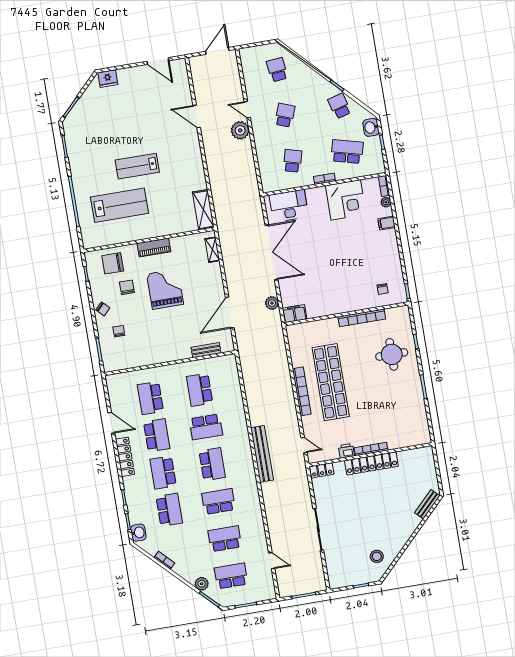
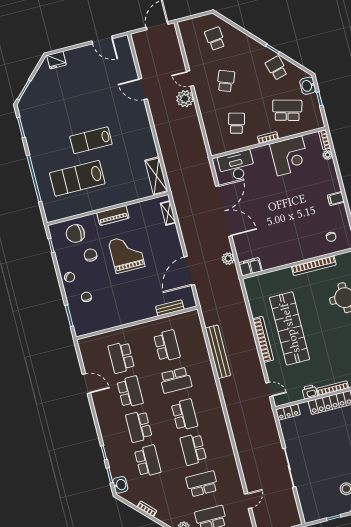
lab bench: (119, 205) -> (77, 178), turned 180
filing cabinet: (387, 223) -> (336, 199), moved
school desk: (200, 390) -> (167, 346), turned 180
bench: (262, 454) -> (218, 352), moved
locker: (125, 457) -> (102, 415), removed
school desk: (218, 501) -> (193, 449), turned -90
door: (272, 561) -> (248, 501), hinge flipped

